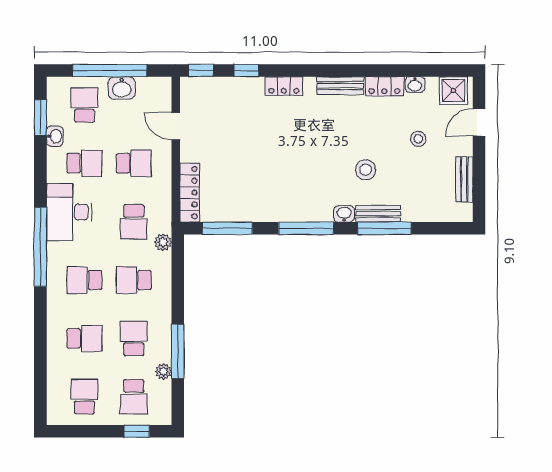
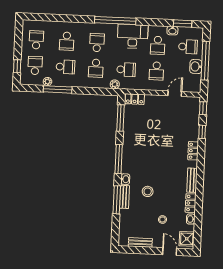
locker: (190, 193) -> (135, 99), width x0.66
school desk: (134, 222) -> (126, 70), turned 180
school desk: (134, 280) -> (96, 68), turned 180
school desk: (84, 397) -> (36, 40), turned -90
school desk: (134, 397) -> (35, 65), turned 90

